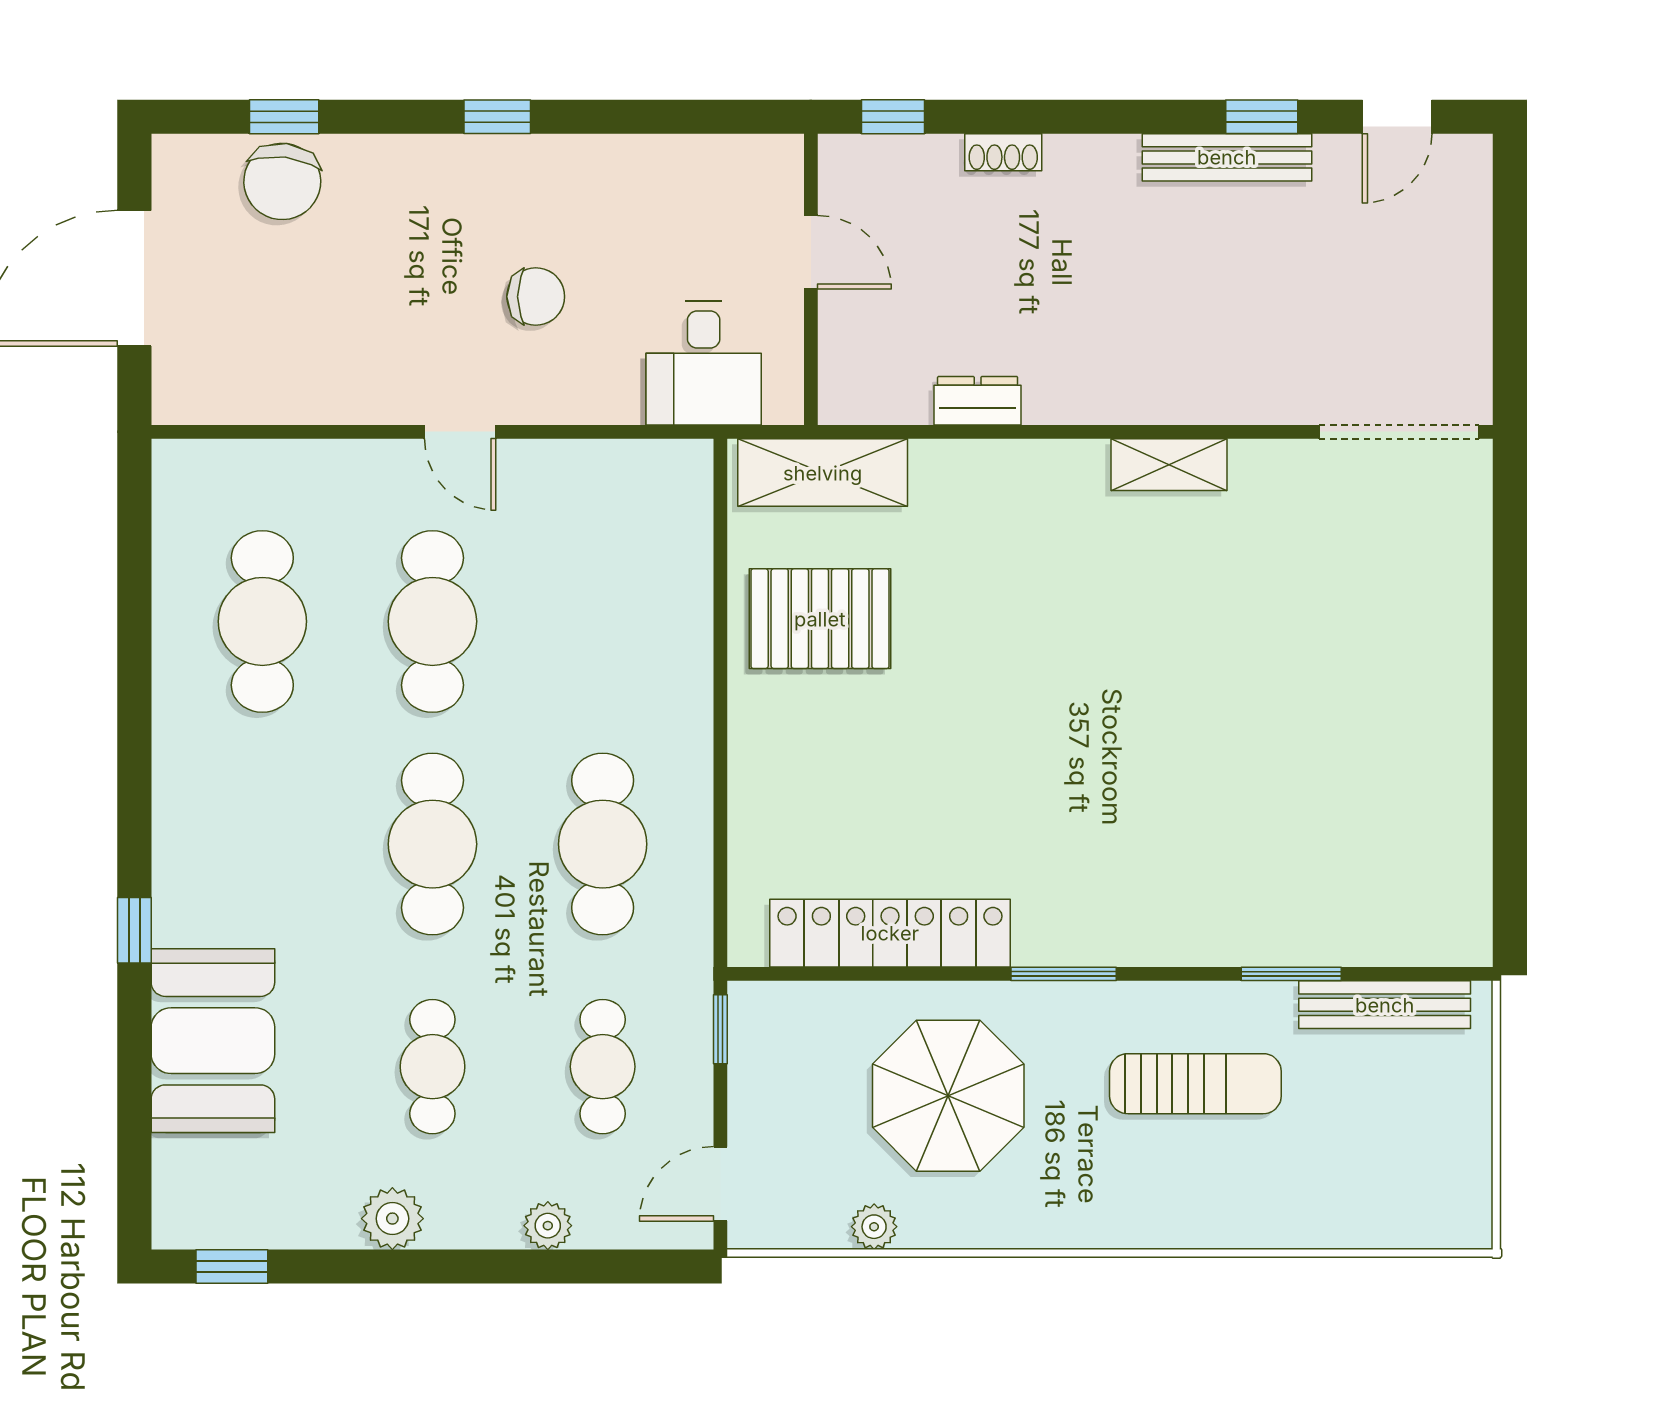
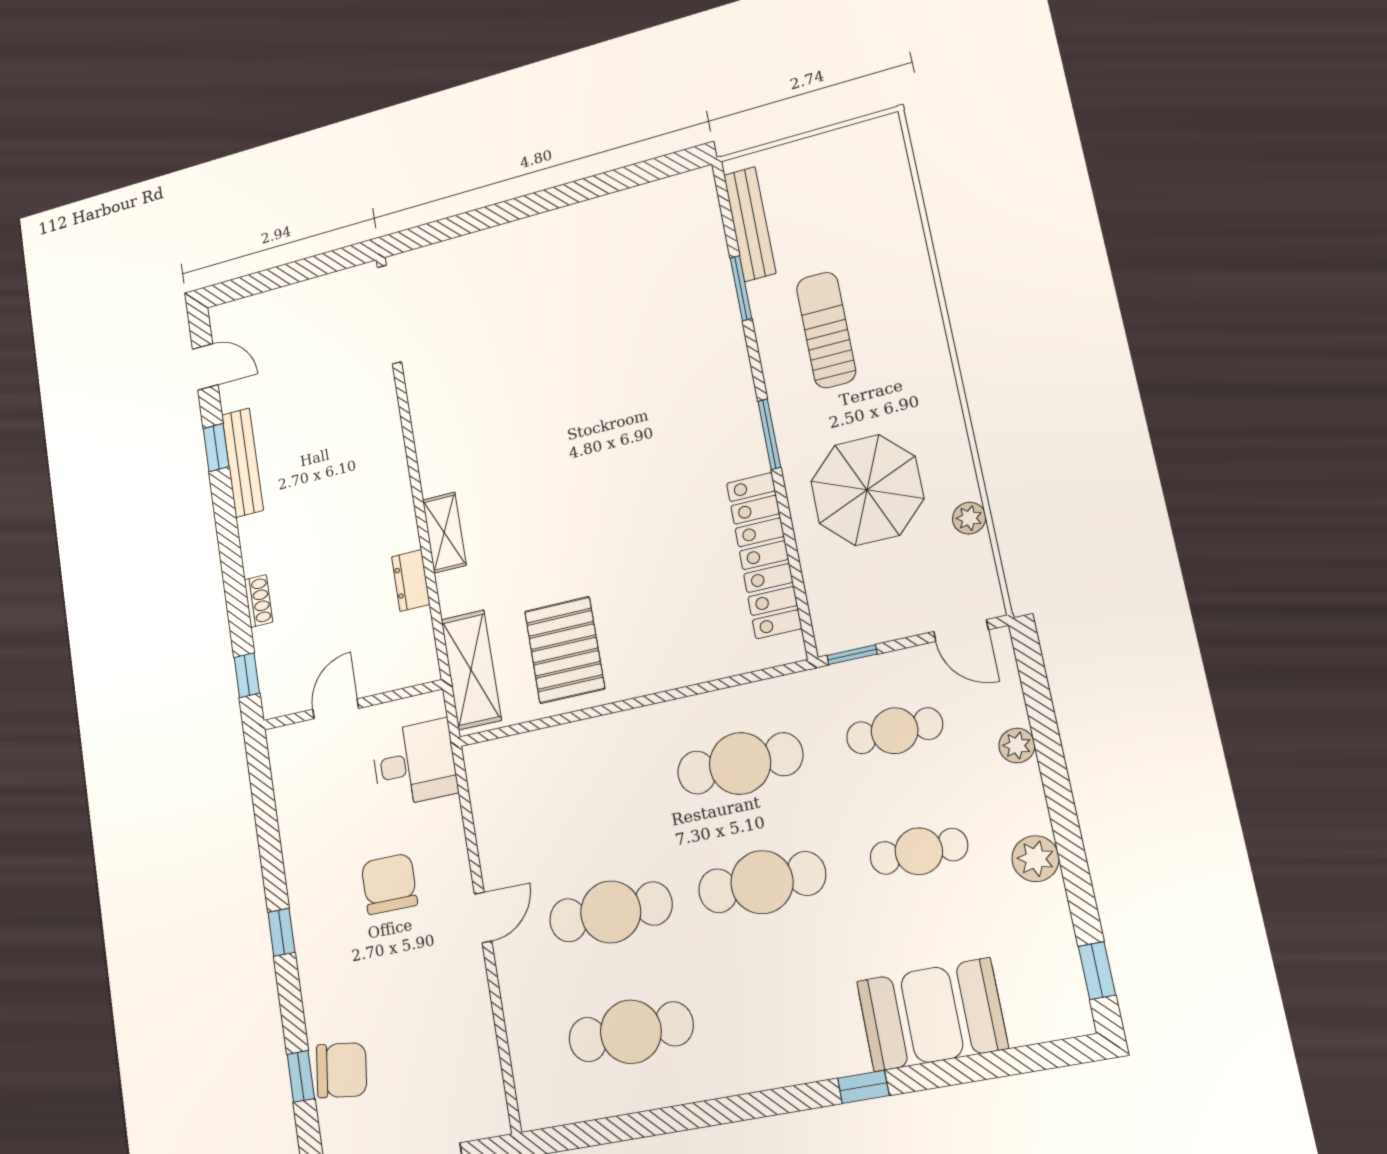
chair: (536, 297) -> (389, 884), width x1.37, depth x1.37
shelving: (1169, 465) -> (444, 533), moved

